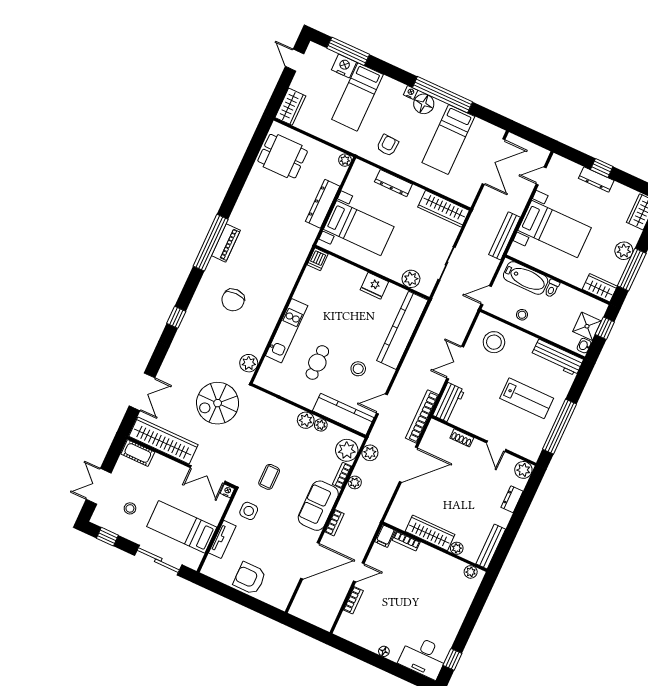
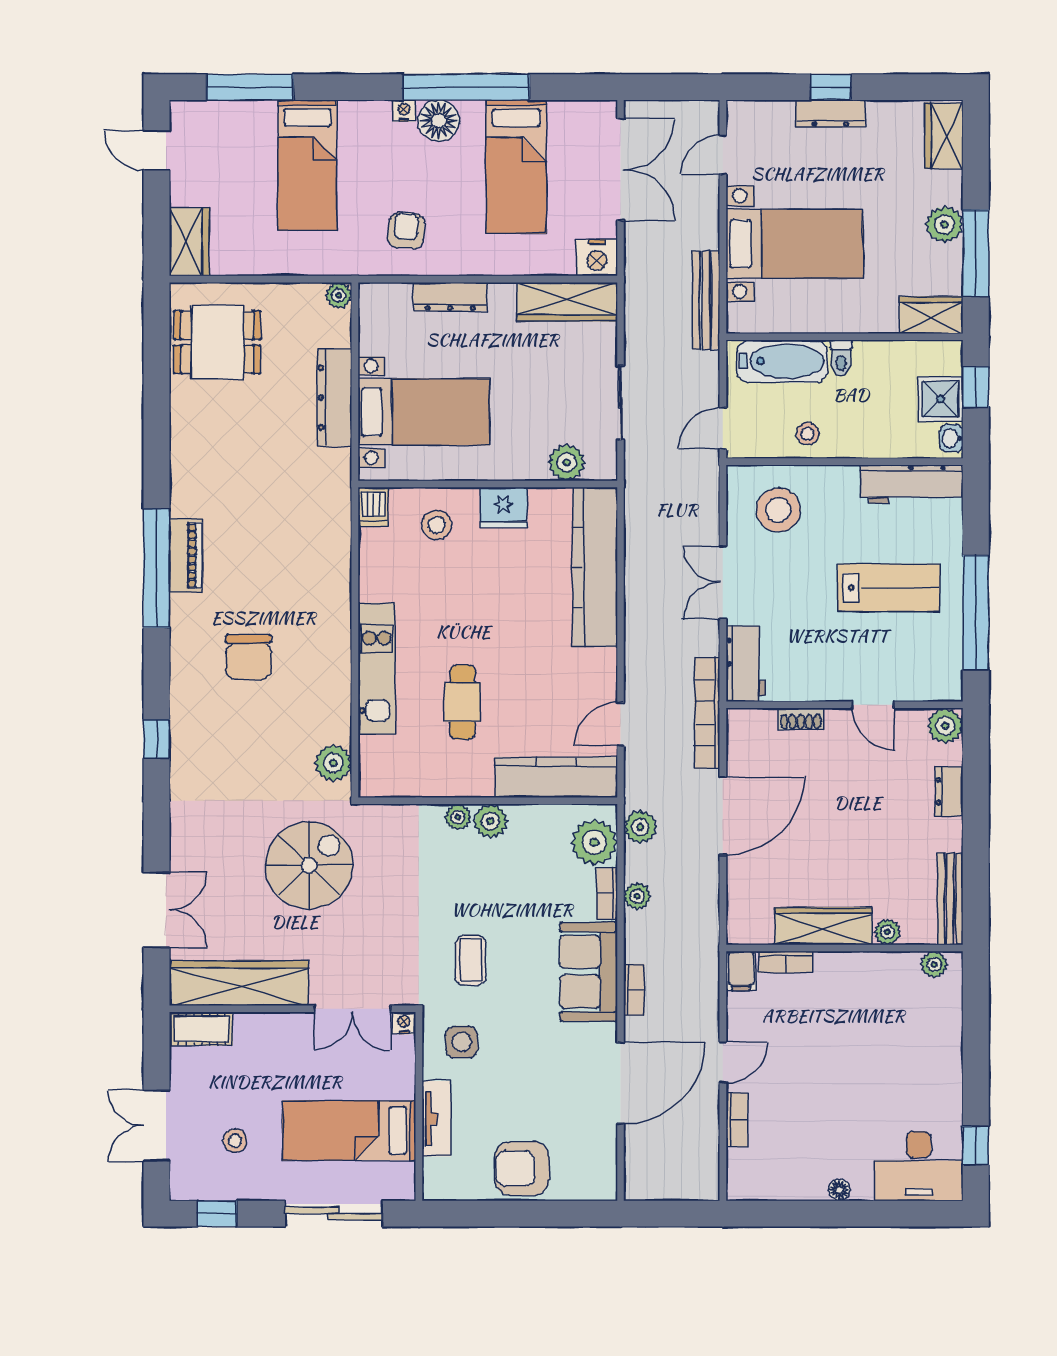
nightstand: (344, 66) -> (597, 258), moved, turned 180
stool: (358, 369) -> (437, 525), moved
spiral stairs: (218, 403) -> (309, 865), turned 180
plant: (321, 425) -> (458, 817), moved

